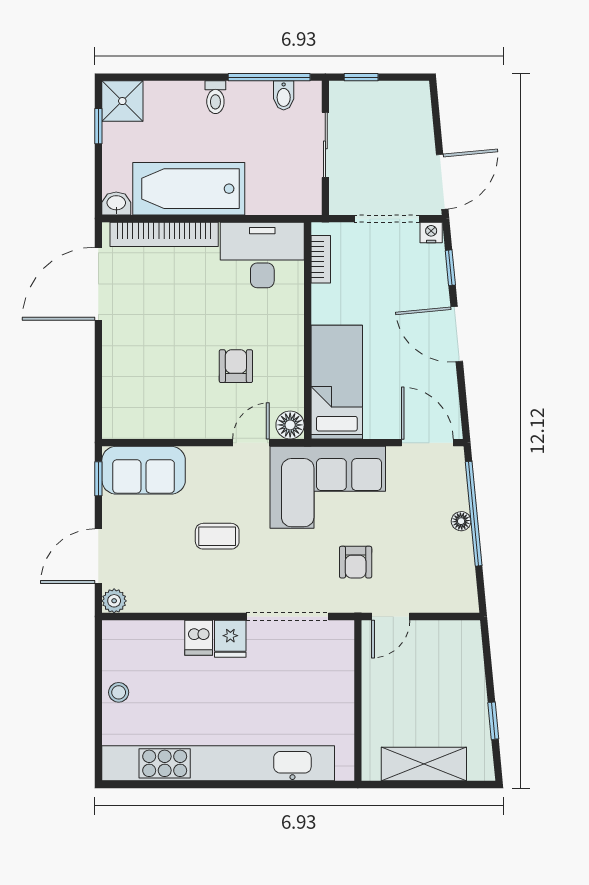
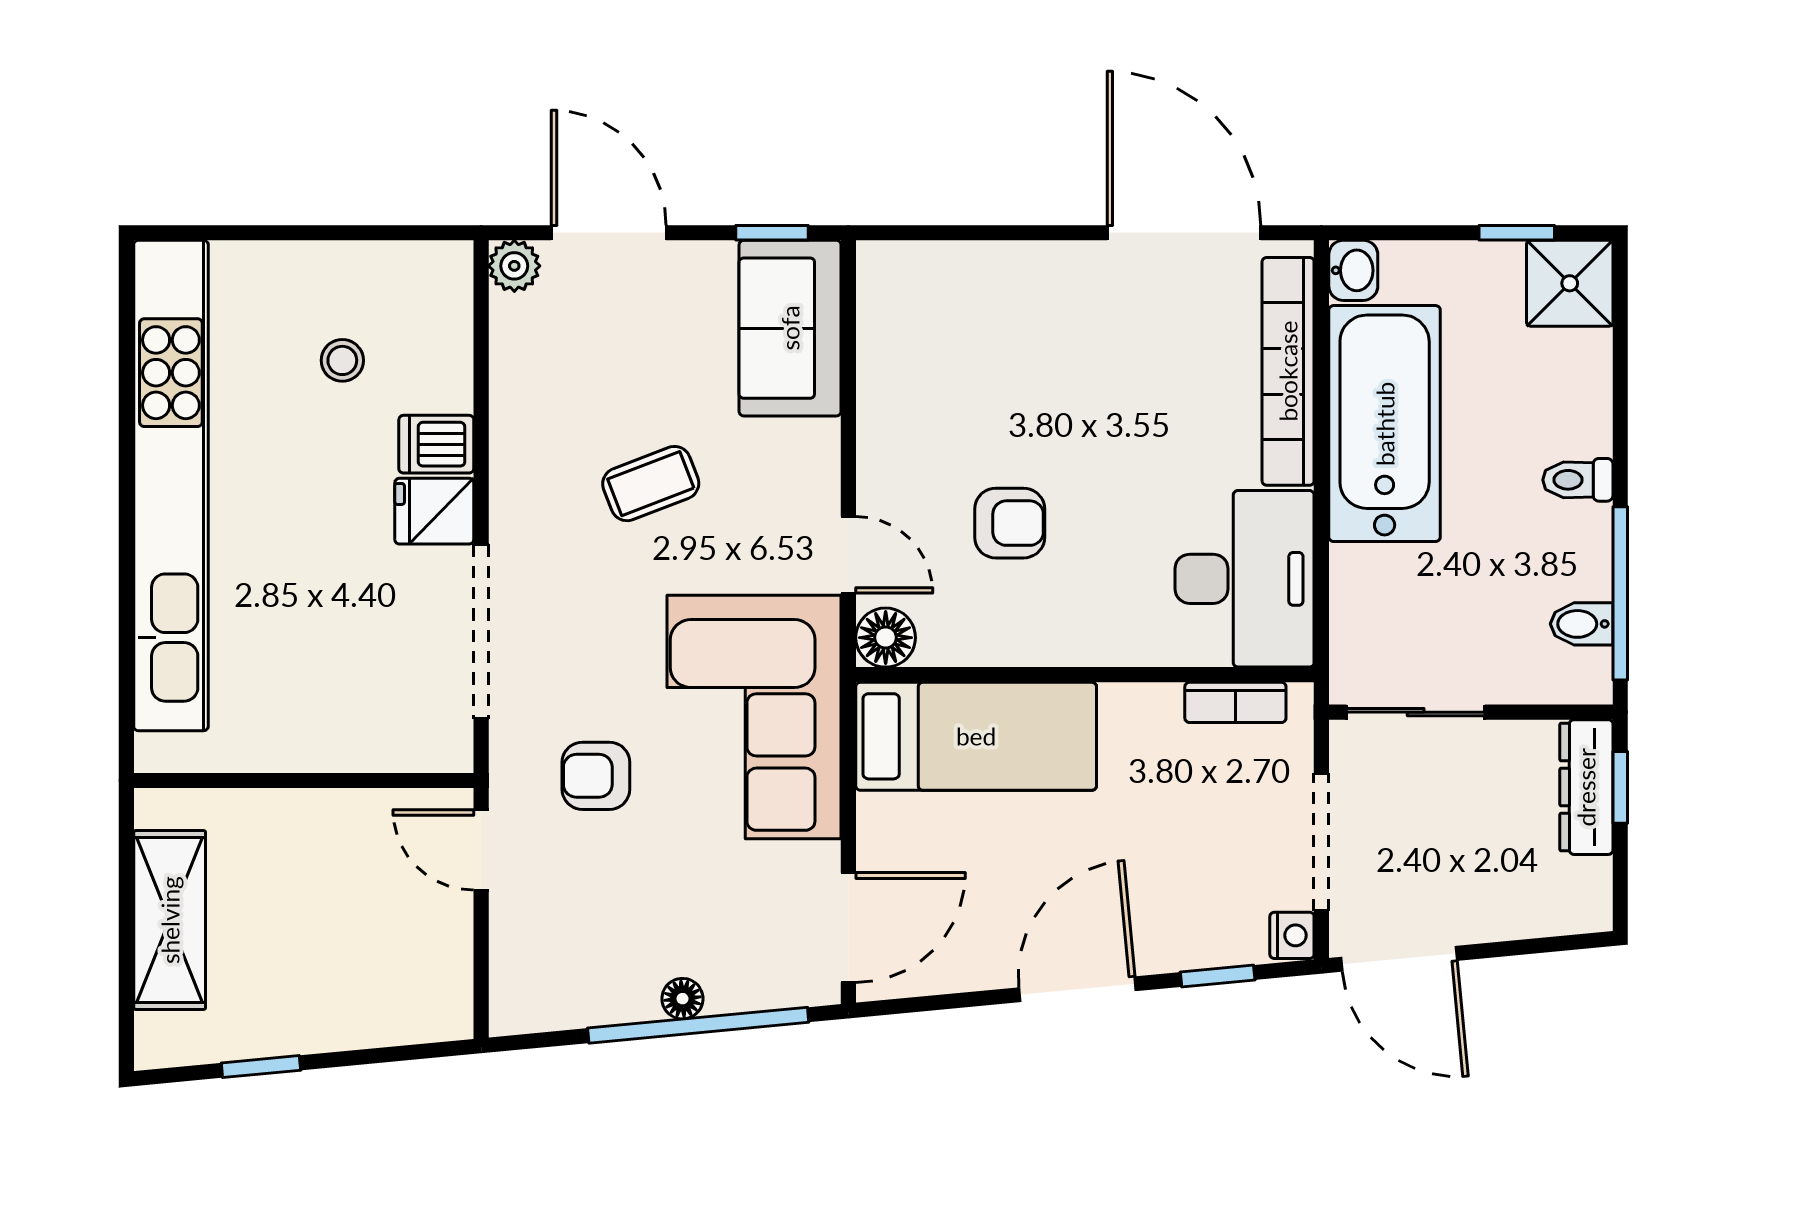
dresser: (361, 93) -> (1586, 787), added
sliding door: (325, 145) -> (1416, 712), moved
coffee table: (217, 536) -> (651, 484), turned 69
stool: (119, 692) -> (342, 360), moved

